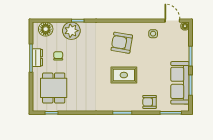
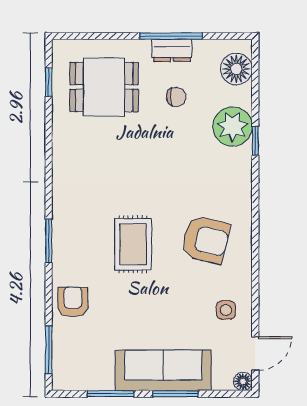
armchair: (122, 43) -> (206, 240), turned 94
sofa: (180, 83) -> (163, 370), moved

